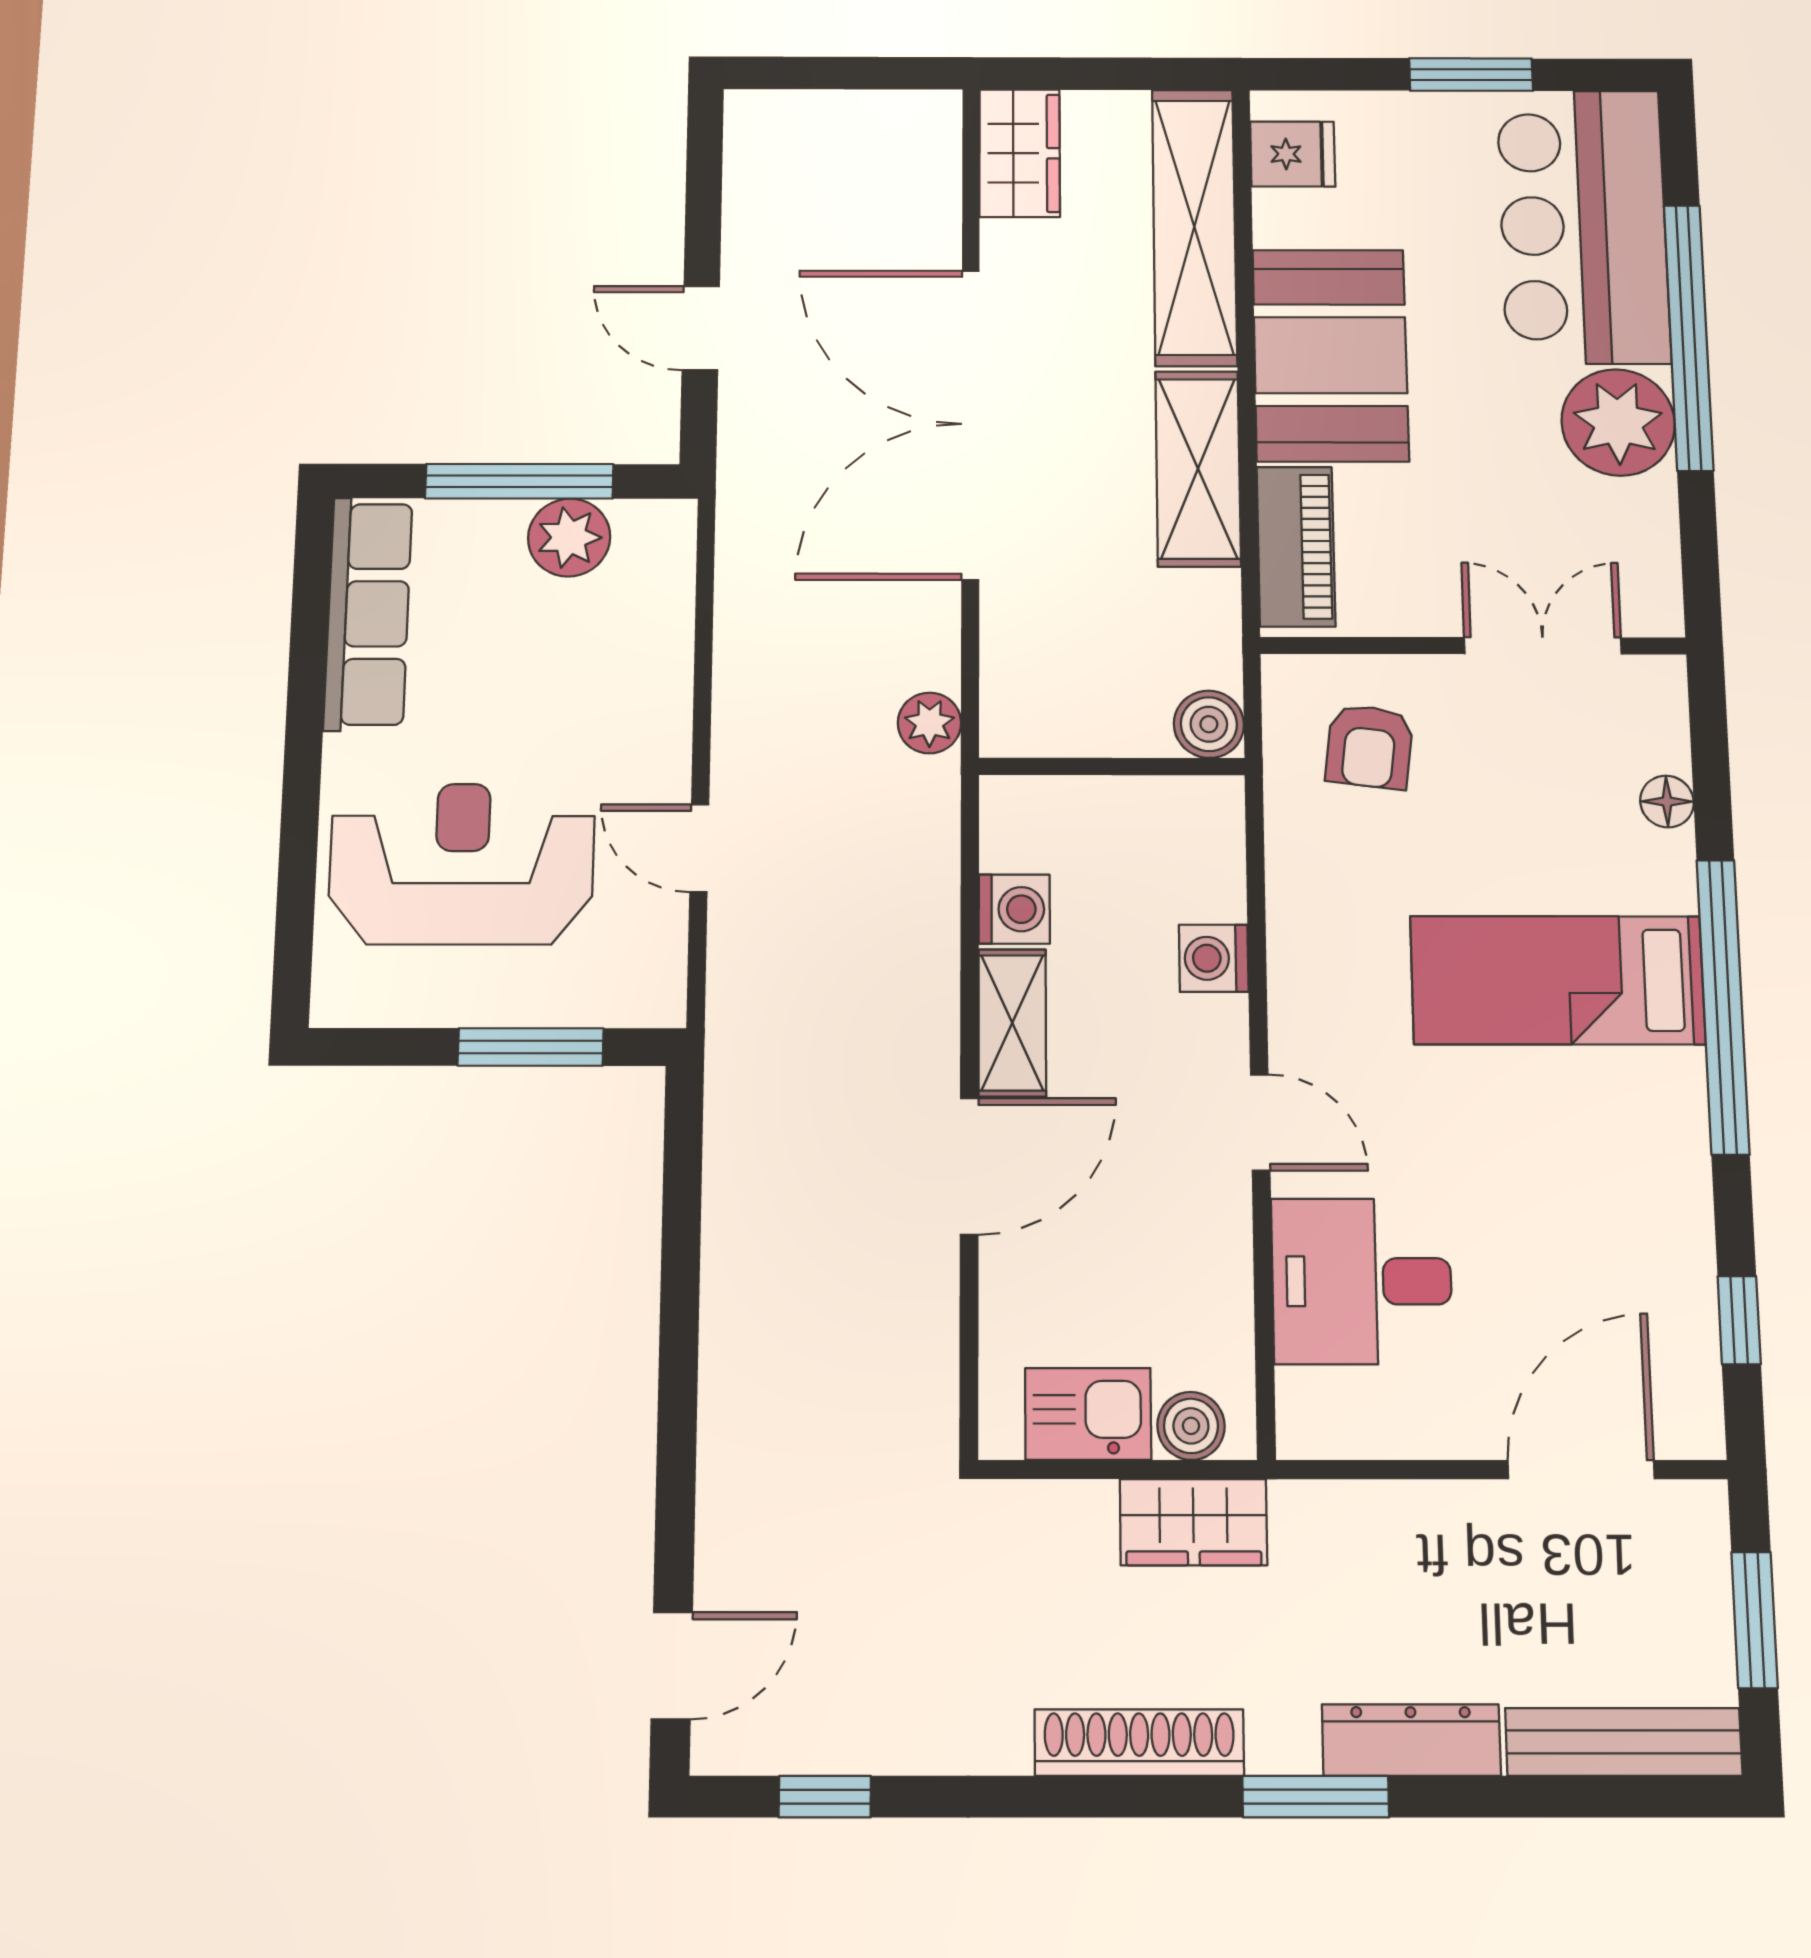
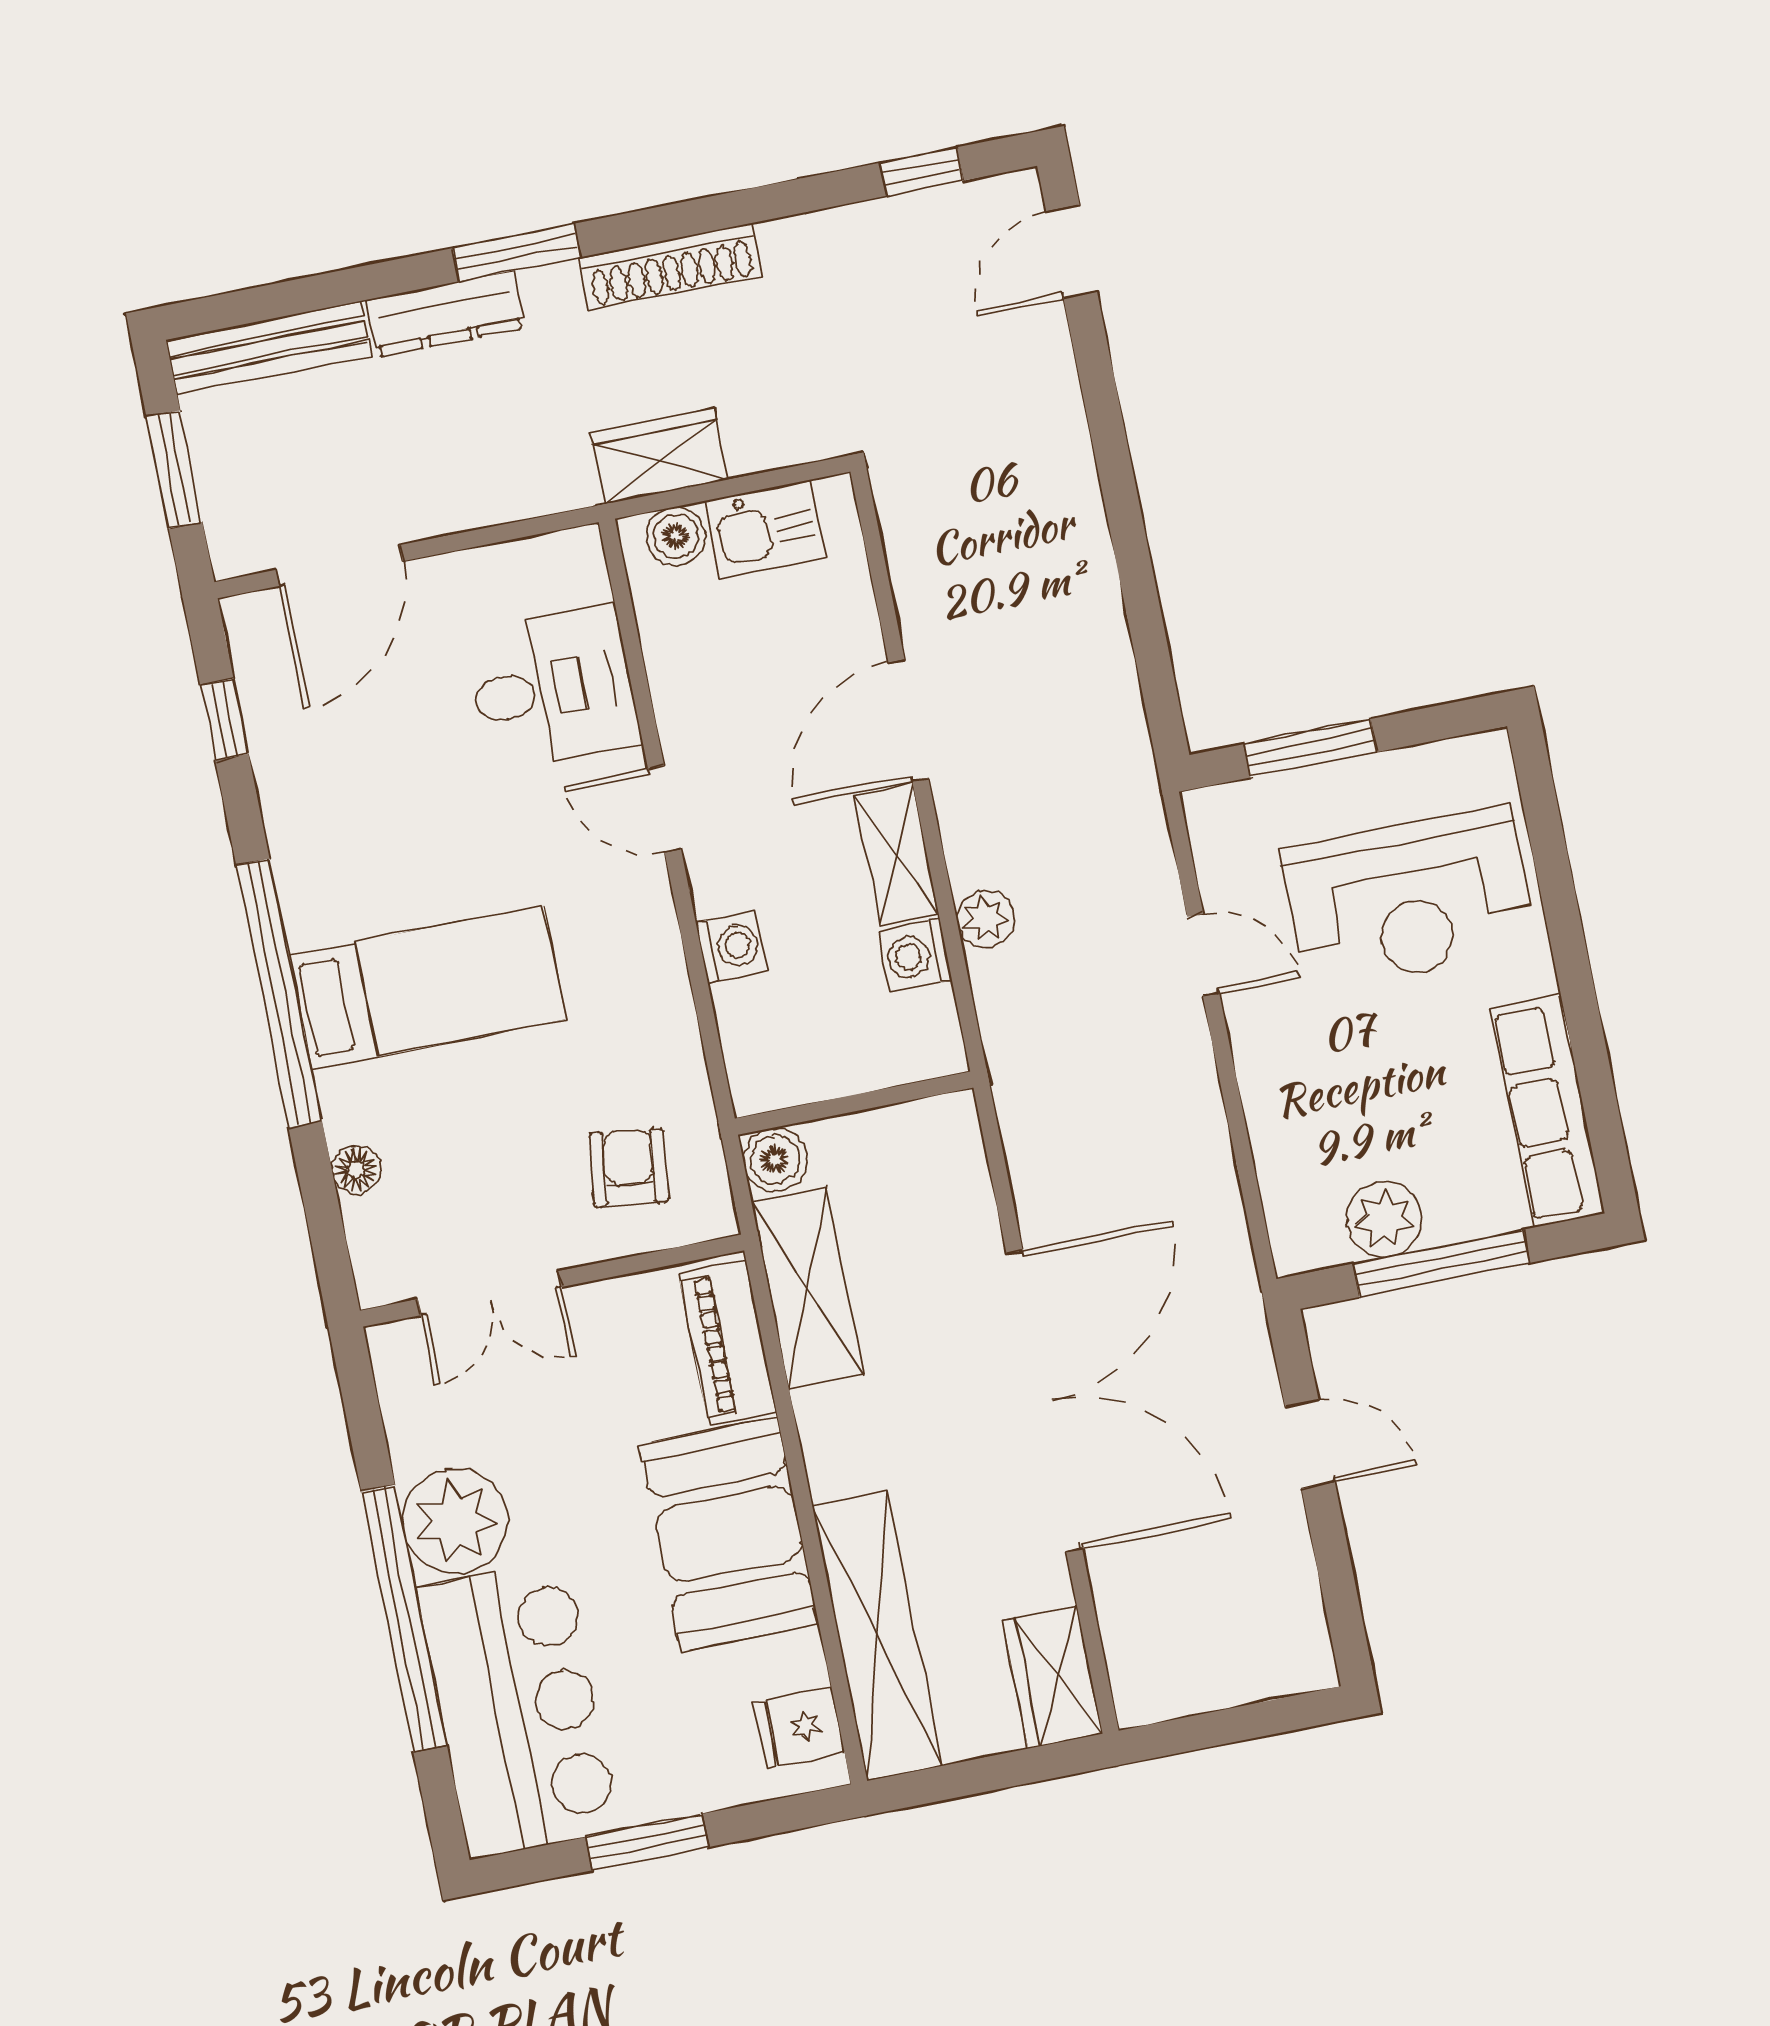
shelving: (1198, 469) -> (807, 1288), moved
plant: (929, 723) -> (986, 919), moved

